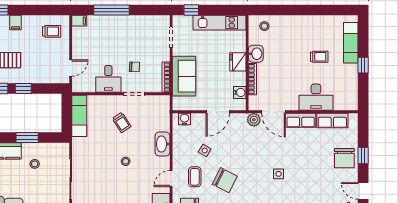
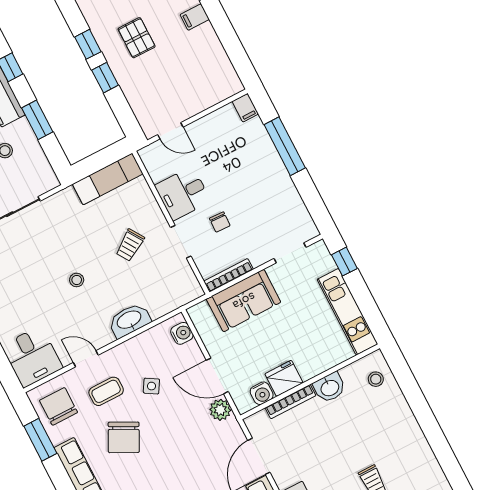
trolley: (52, 31) -> (209, 76), removed
fridge: (238, 62) -> (284, 378), moved
plant: (254, 120) -> (220, 410), moved

